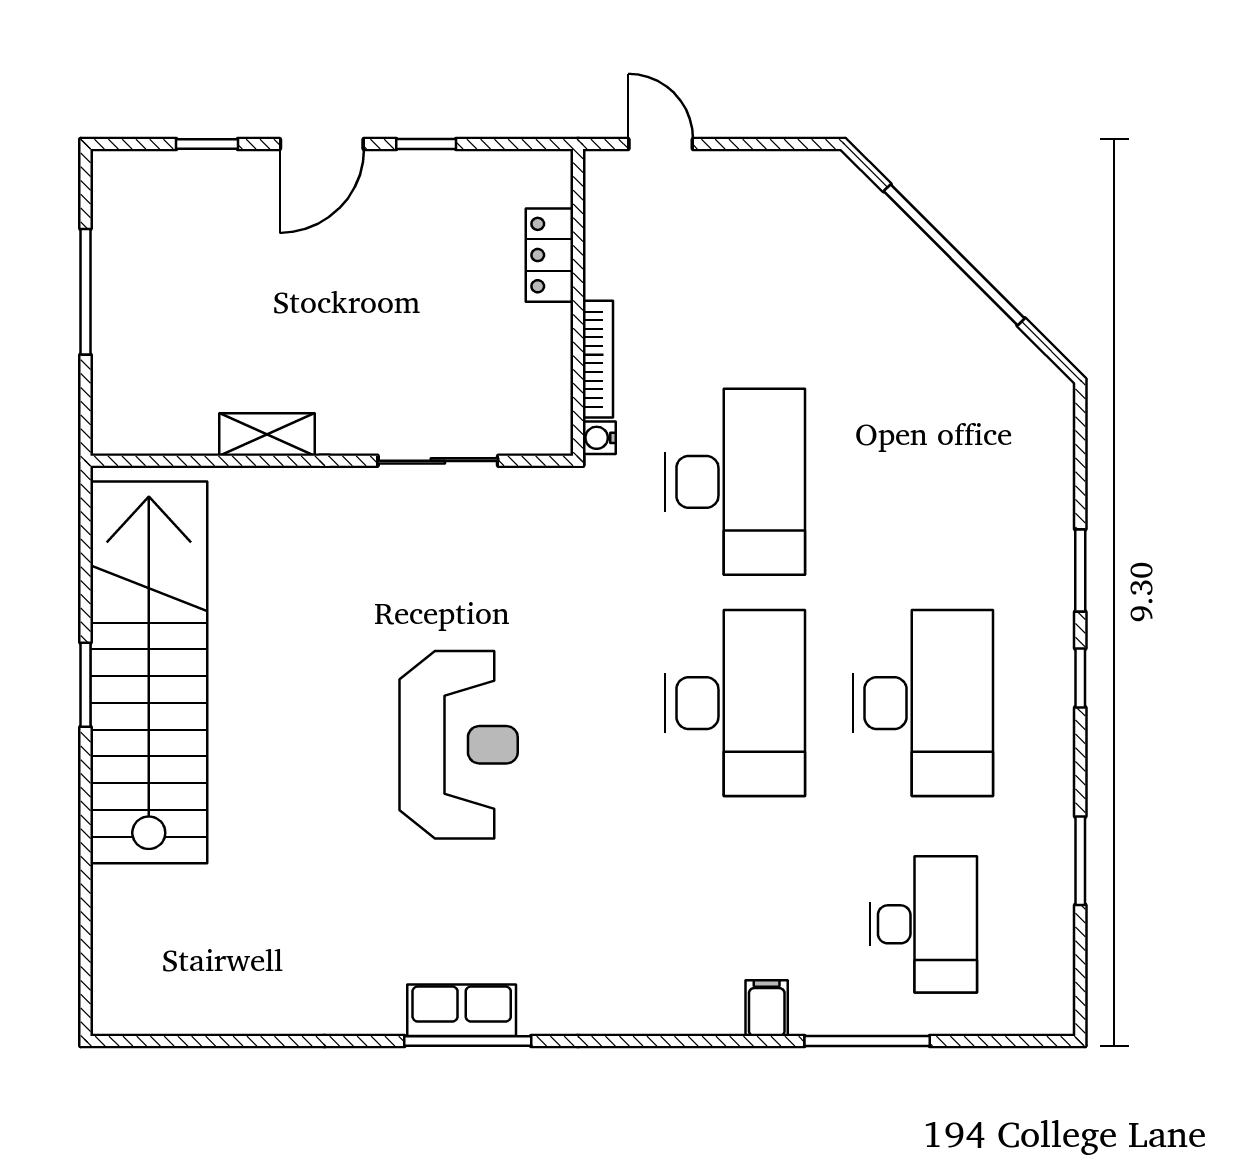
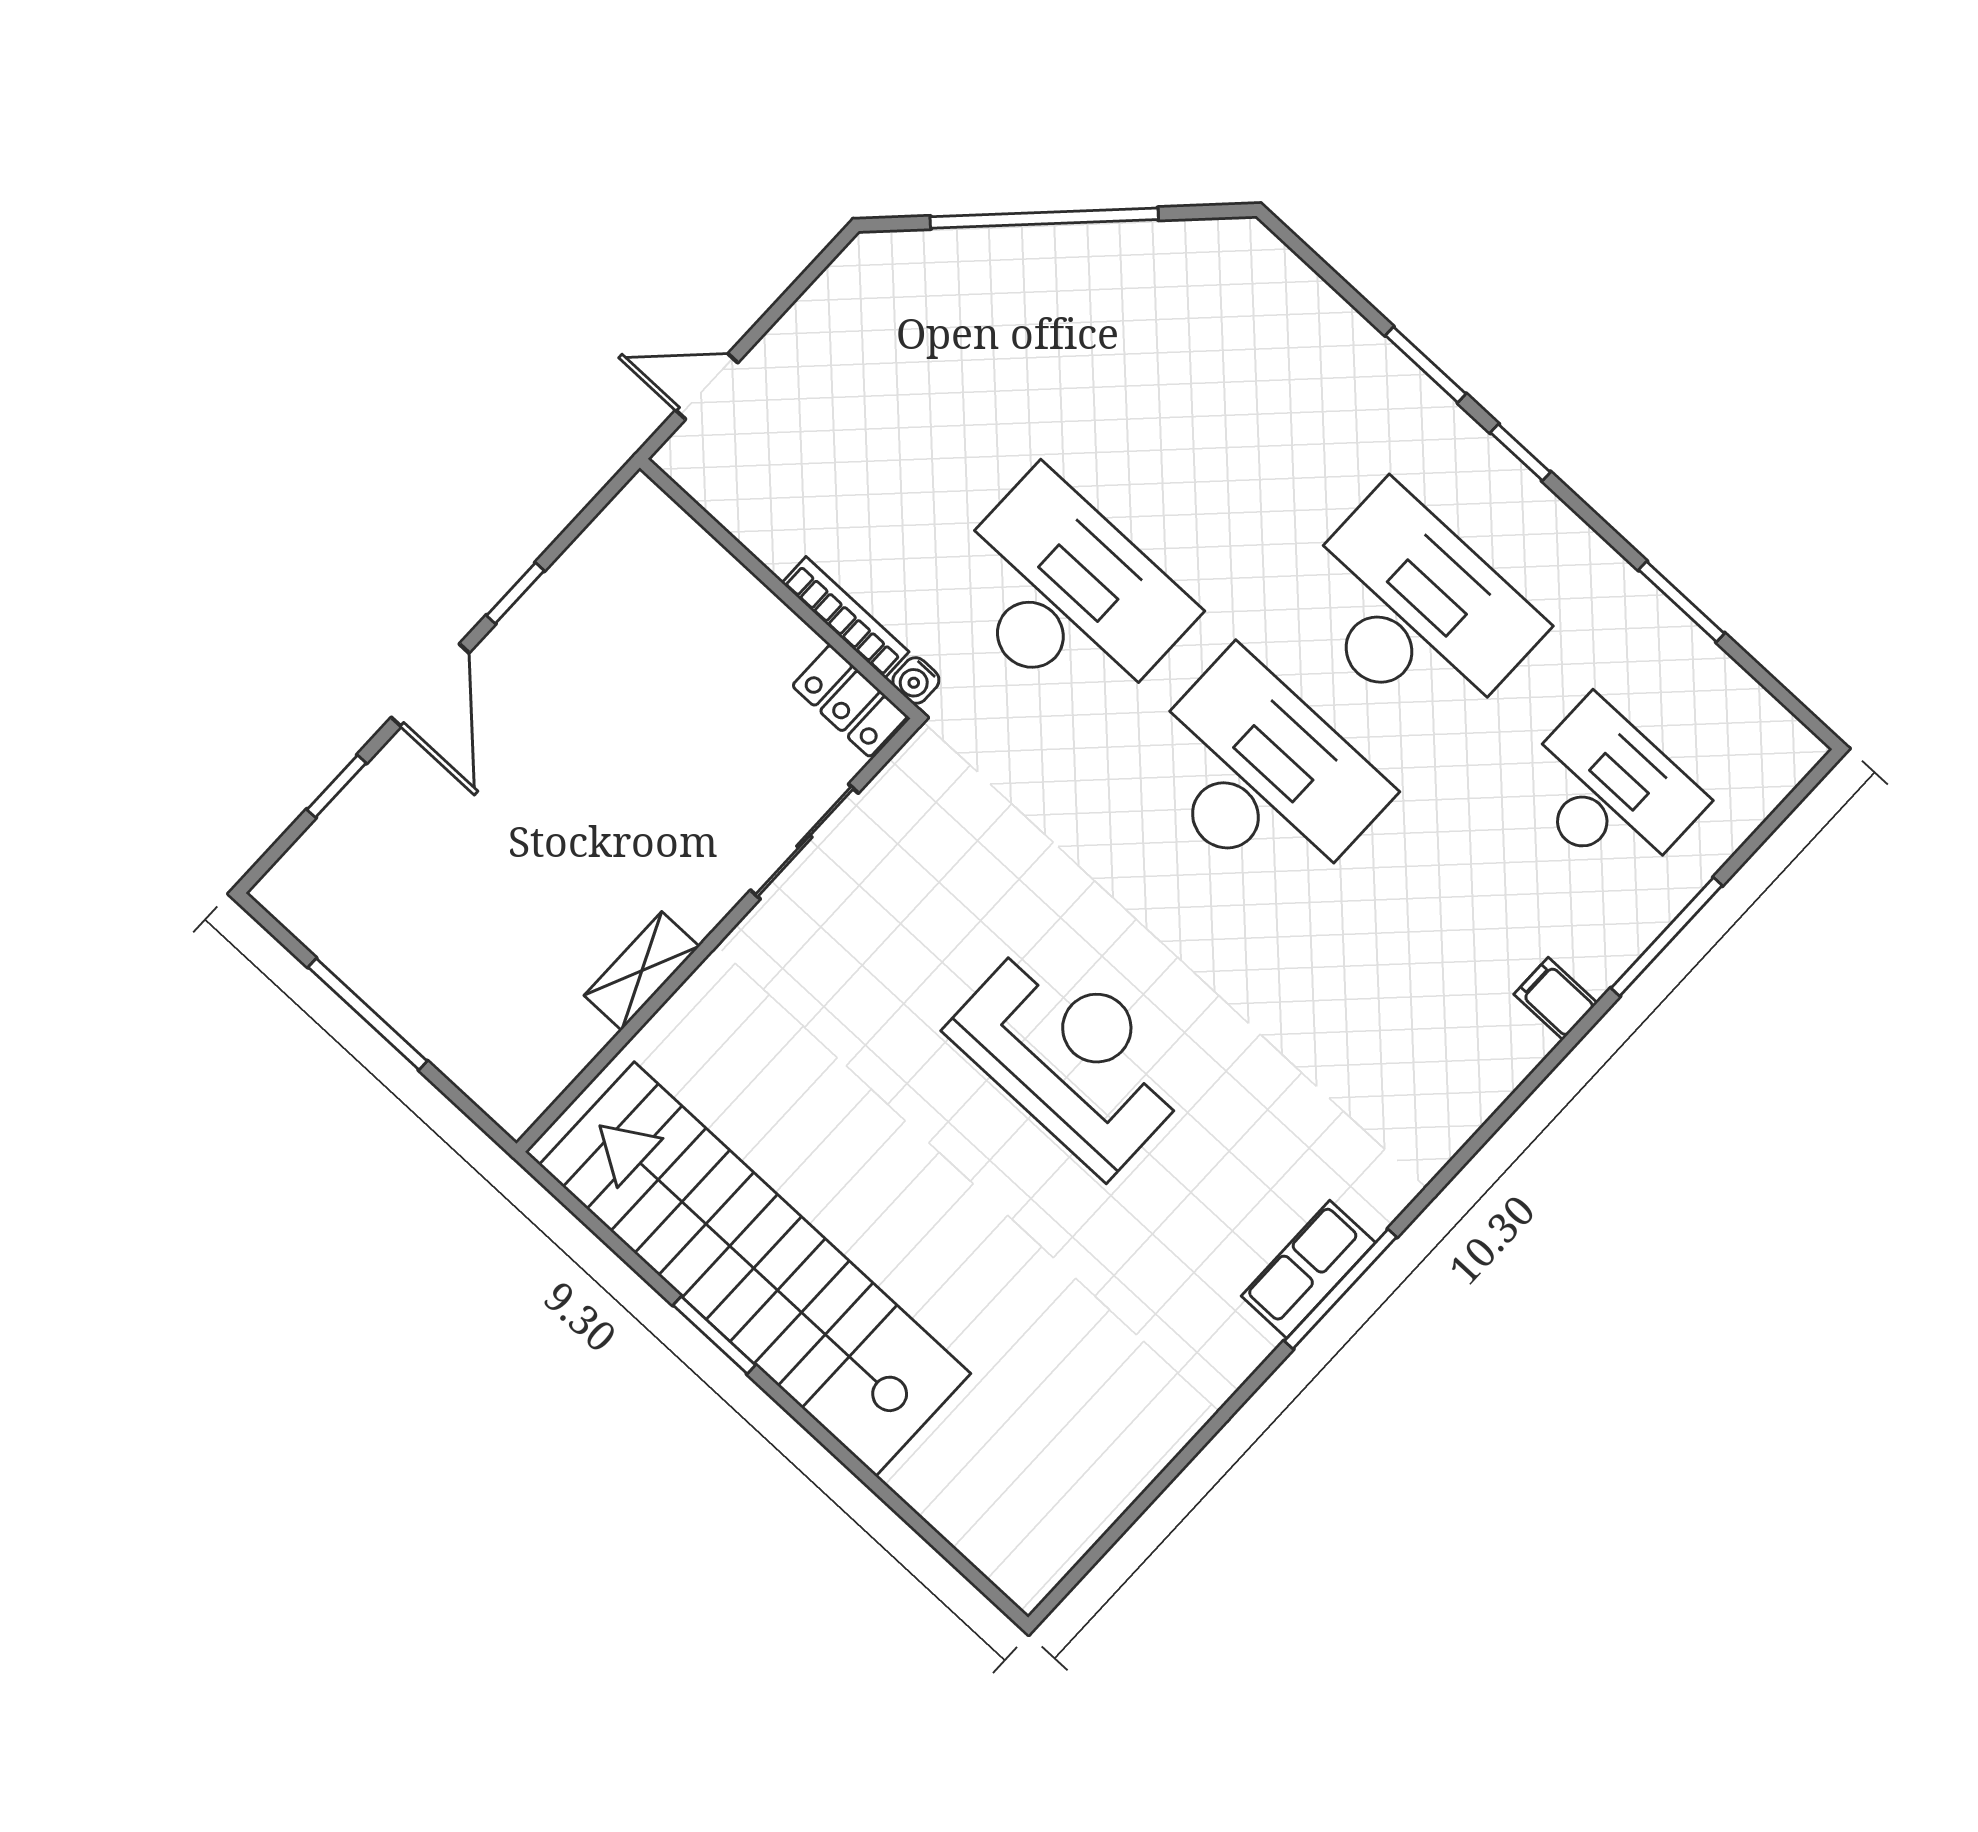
locker: (550, 255) -> (850, 701), moved

